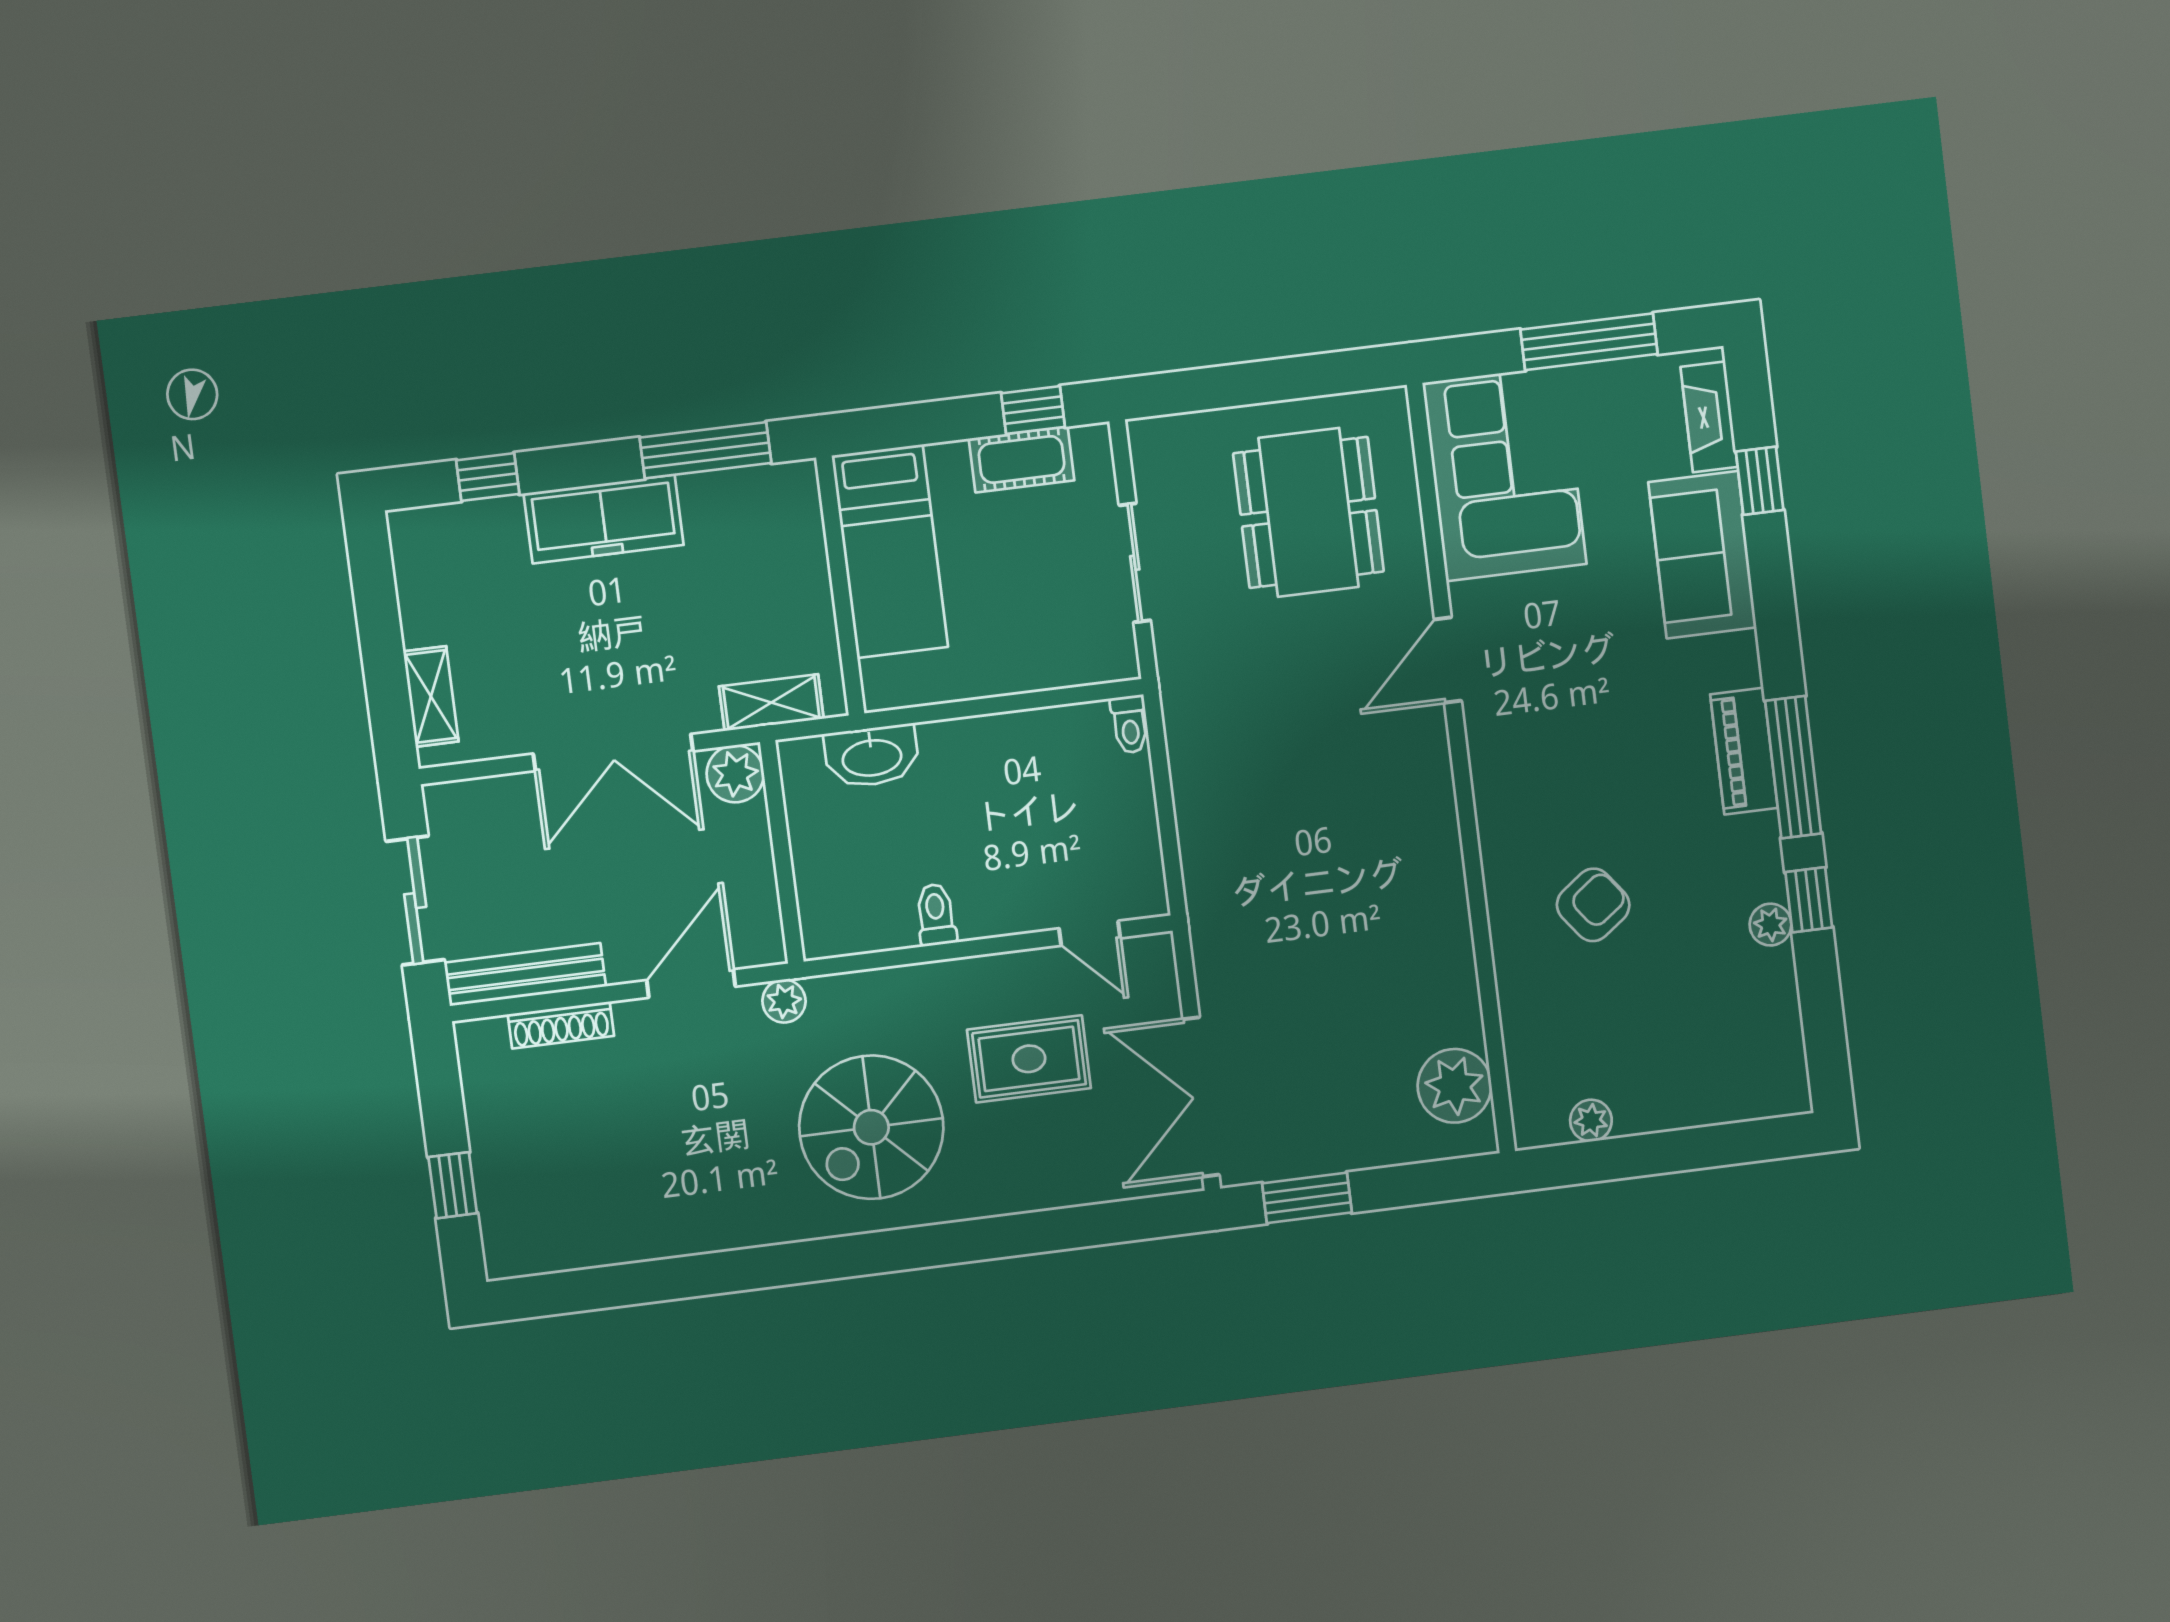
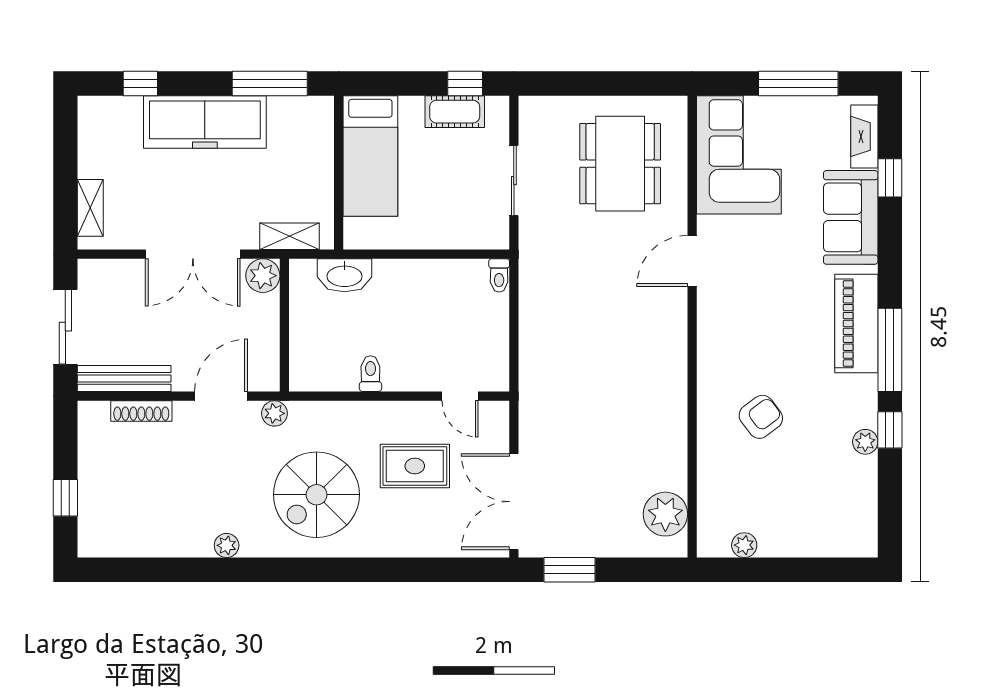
freezer: (604, 519) -> (205, 122), width x1.36, depth x1.26
piano: (1744, 751) -> (856, 323), width x1.37, depth x1.33
plant: (732, 1230) -> (227, 545), added

